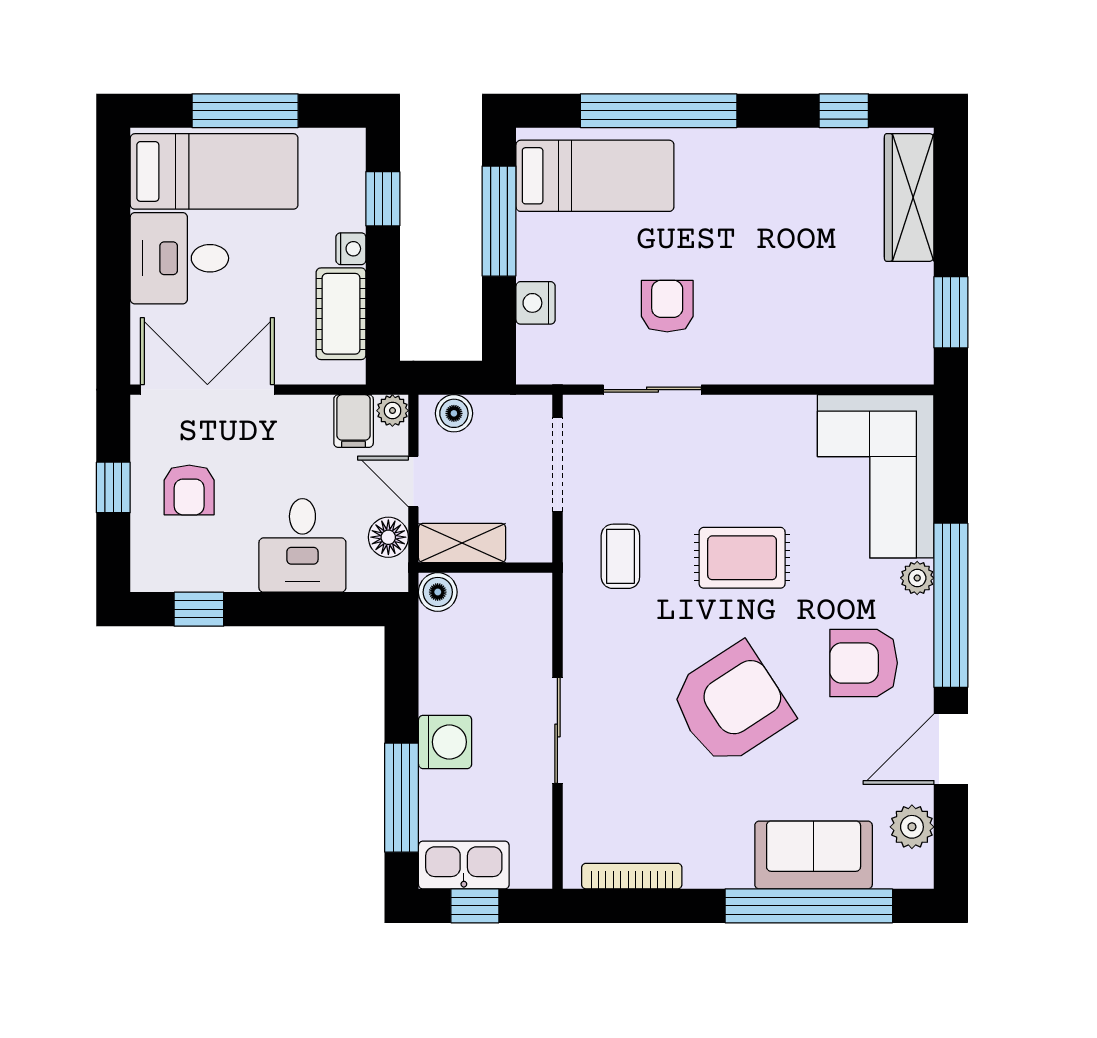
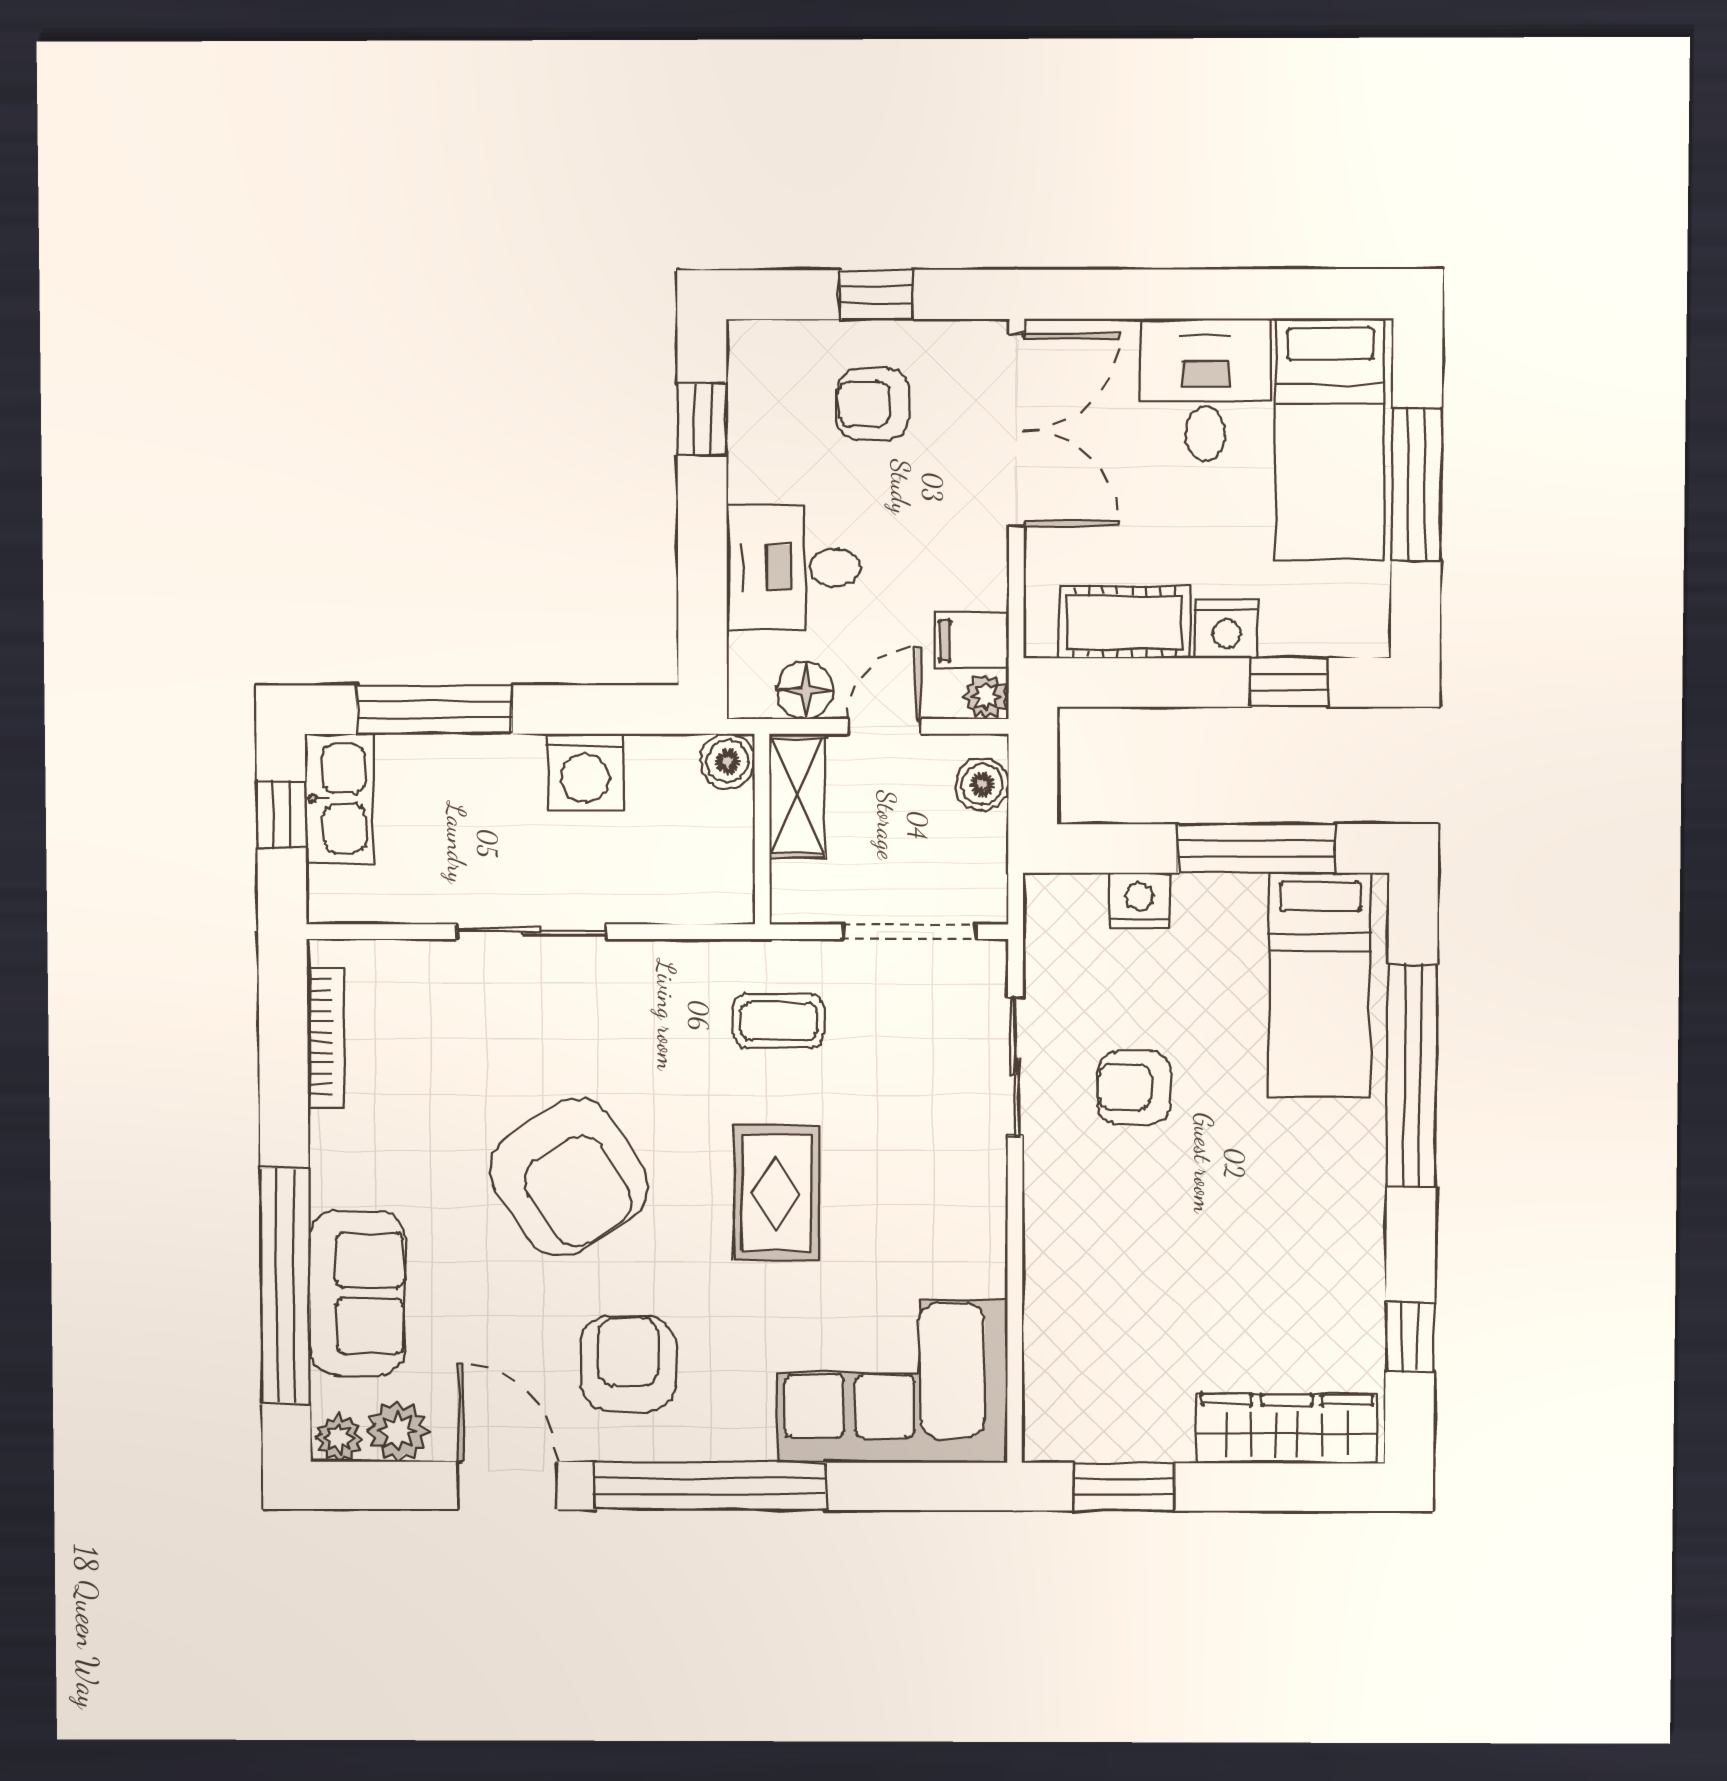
nightstand: (351, 249) -> (1227, 629), width x1.39, depth x1.35
armchair: (667, 306) -> (1134, 1087), turned 180
plant: (917, 578) -> (339, 1438), moved
washing machine: (445, 742) -> (585, 772), moved

